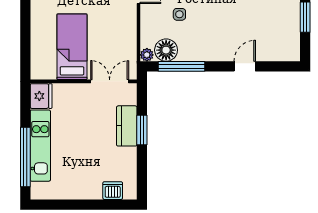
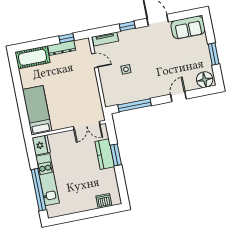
bed: (72, 47) -> (37, 110), moved
floor lamp: (166, 50) -> (205, 80), moved
plant: (147, 55) -> (109, 102), removed
double door: (110, 81) -> (87, 126), swing flipped

